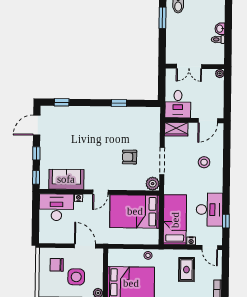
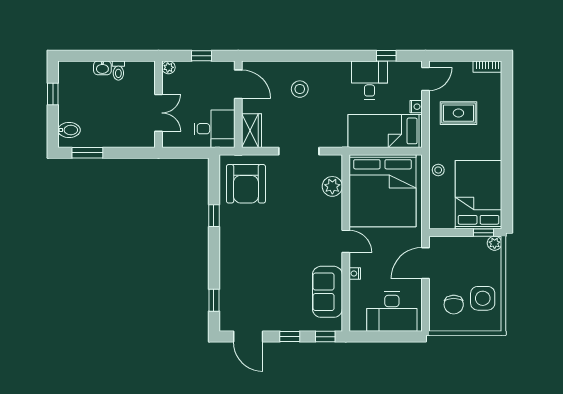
window: (227, 96) -> (201, 56), added
armchair: (130, 157) -> (246, 184), moved, width x1.88, depth x1.88
plant: (153, 184) -> (332, 186), moved
desk: (57, 207) -> (392, 312), moved, turned -90
desk: (209, 210) -> (369, 80), width x0.73
bed: (135, 211) -> (382, 191), width x1.36
side table: (76, 277) -> (483, 298), moved
window: (105, 286) -> (484, 233), added

